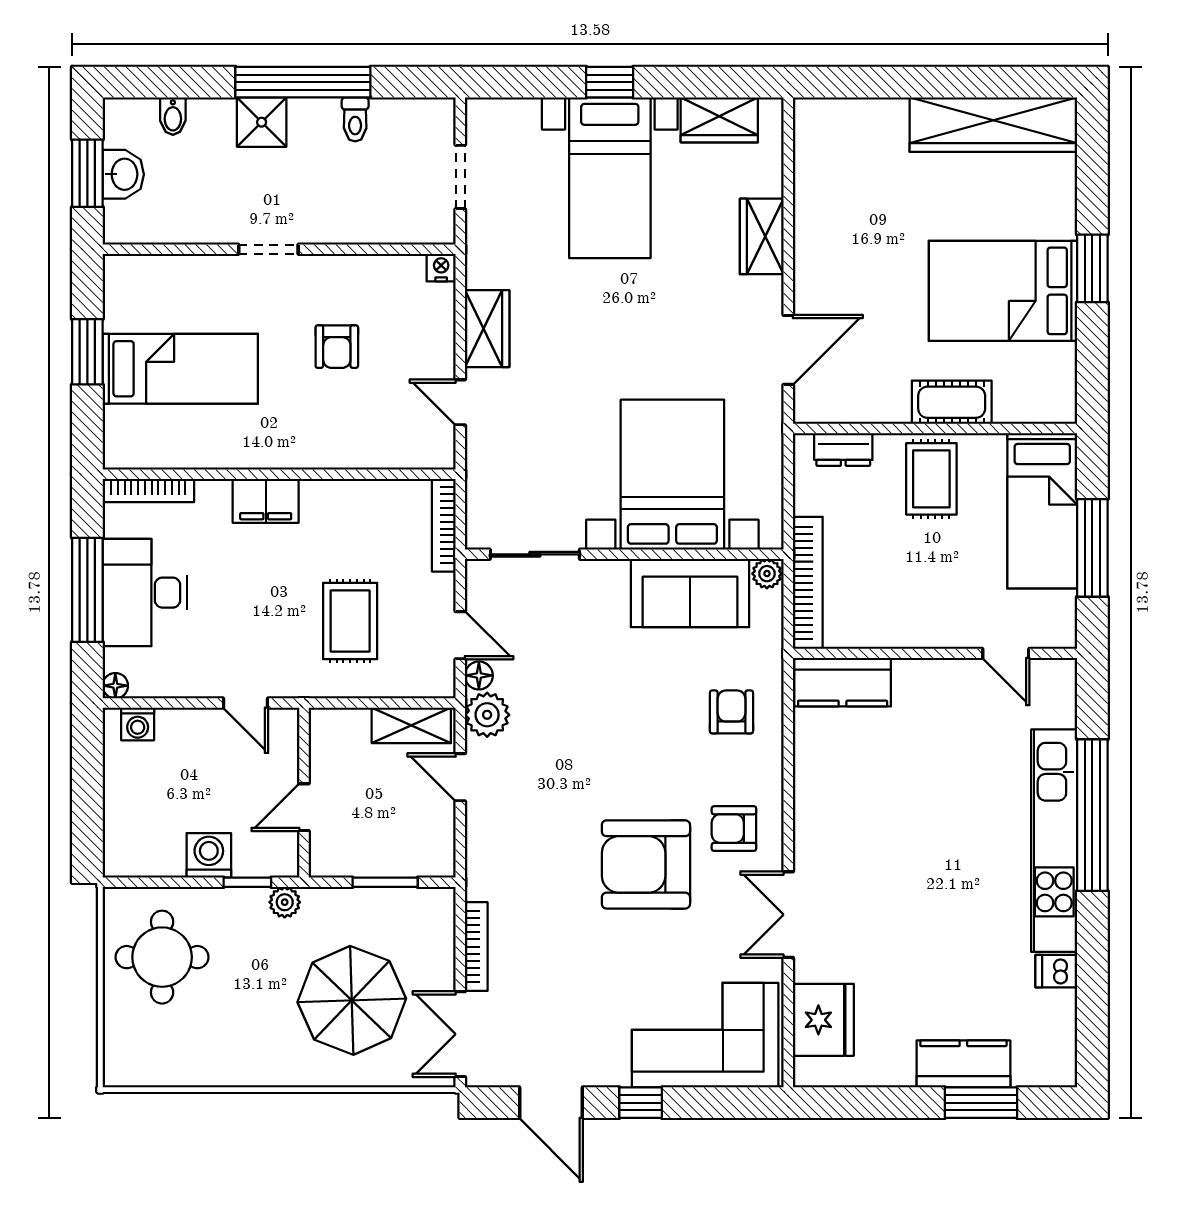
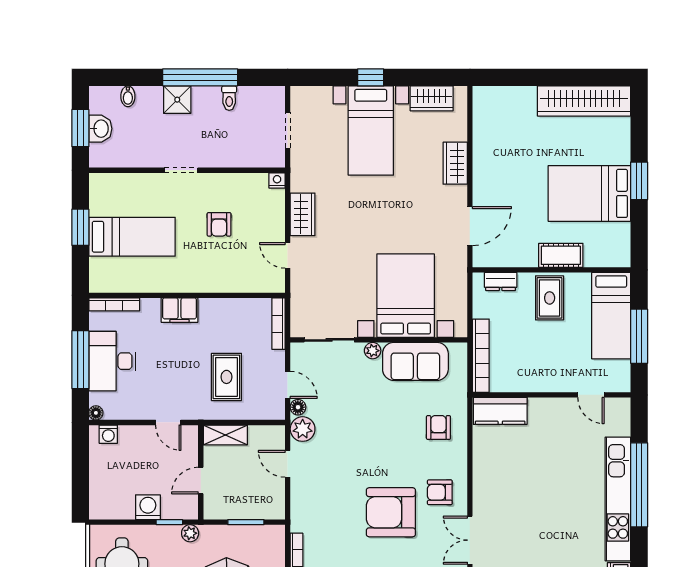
plant: (767, 574) -> (373, 351), moved
shelving: (411, 725) -> (225, 435), moved

